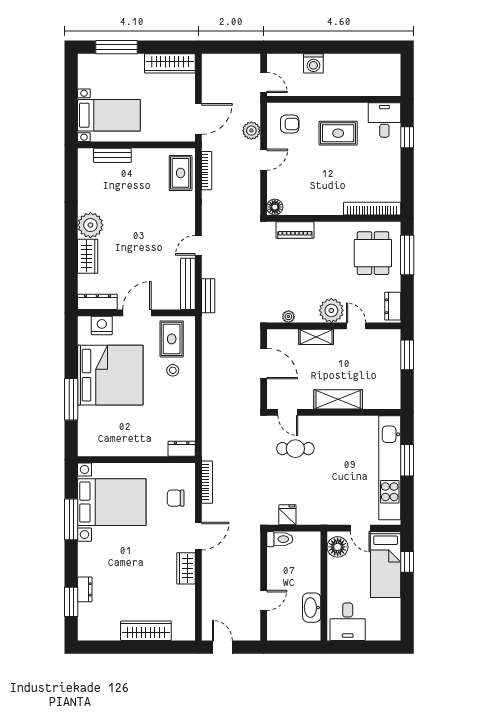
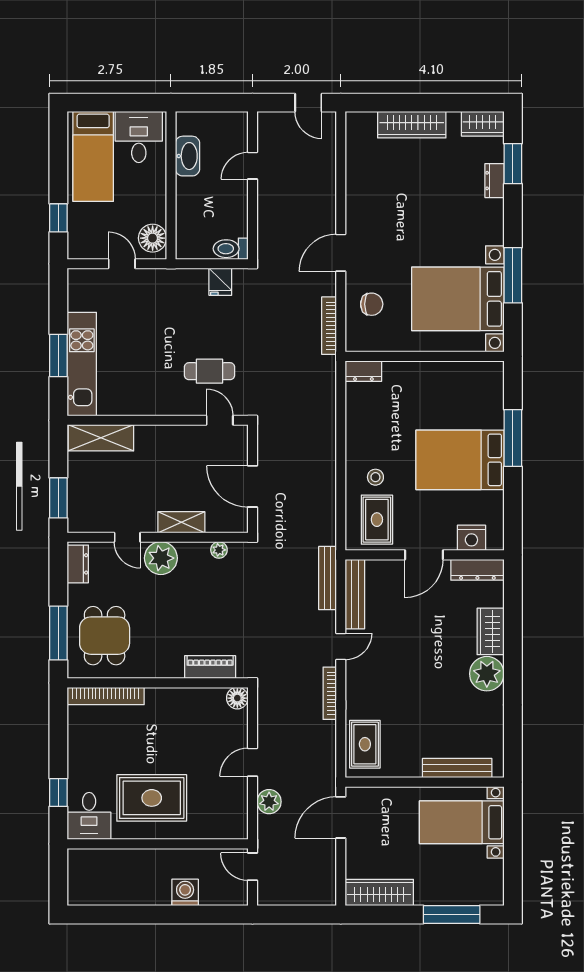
armchair: (290, 124) -> (217, 810), removed
rug: (338, 133) -> (152, 798), width x1.36, depth x1.43
bench: (112, 155) -> (457, 768), width x1.36
bookcase: (207, 171) -> (330, 693), moved
bench: (208, 296) -> (328, 578), width x1.36
bed: (110, 375) -> (460, 460), width x0.73
shelving: (338, 399) -> (101, 438), moved
kitchen unit: (390, 468) -> (82, 364), width x0.73
bed: (386, 564) -> (93, 156), moved, turned 180
wardrobe: (186, 568) -> (483, 124), moved, turned 90

